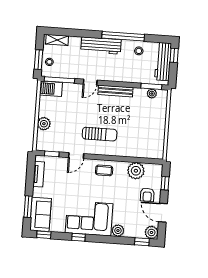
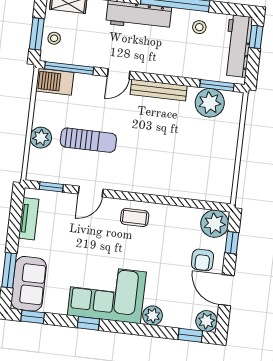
plant: (152, 94) -> (210, 103), width x1.87, depth x1.87
sun lounger: (100, 134) -> (88, 140), moved
plant: (136, 171) -> (215, 224), moved

